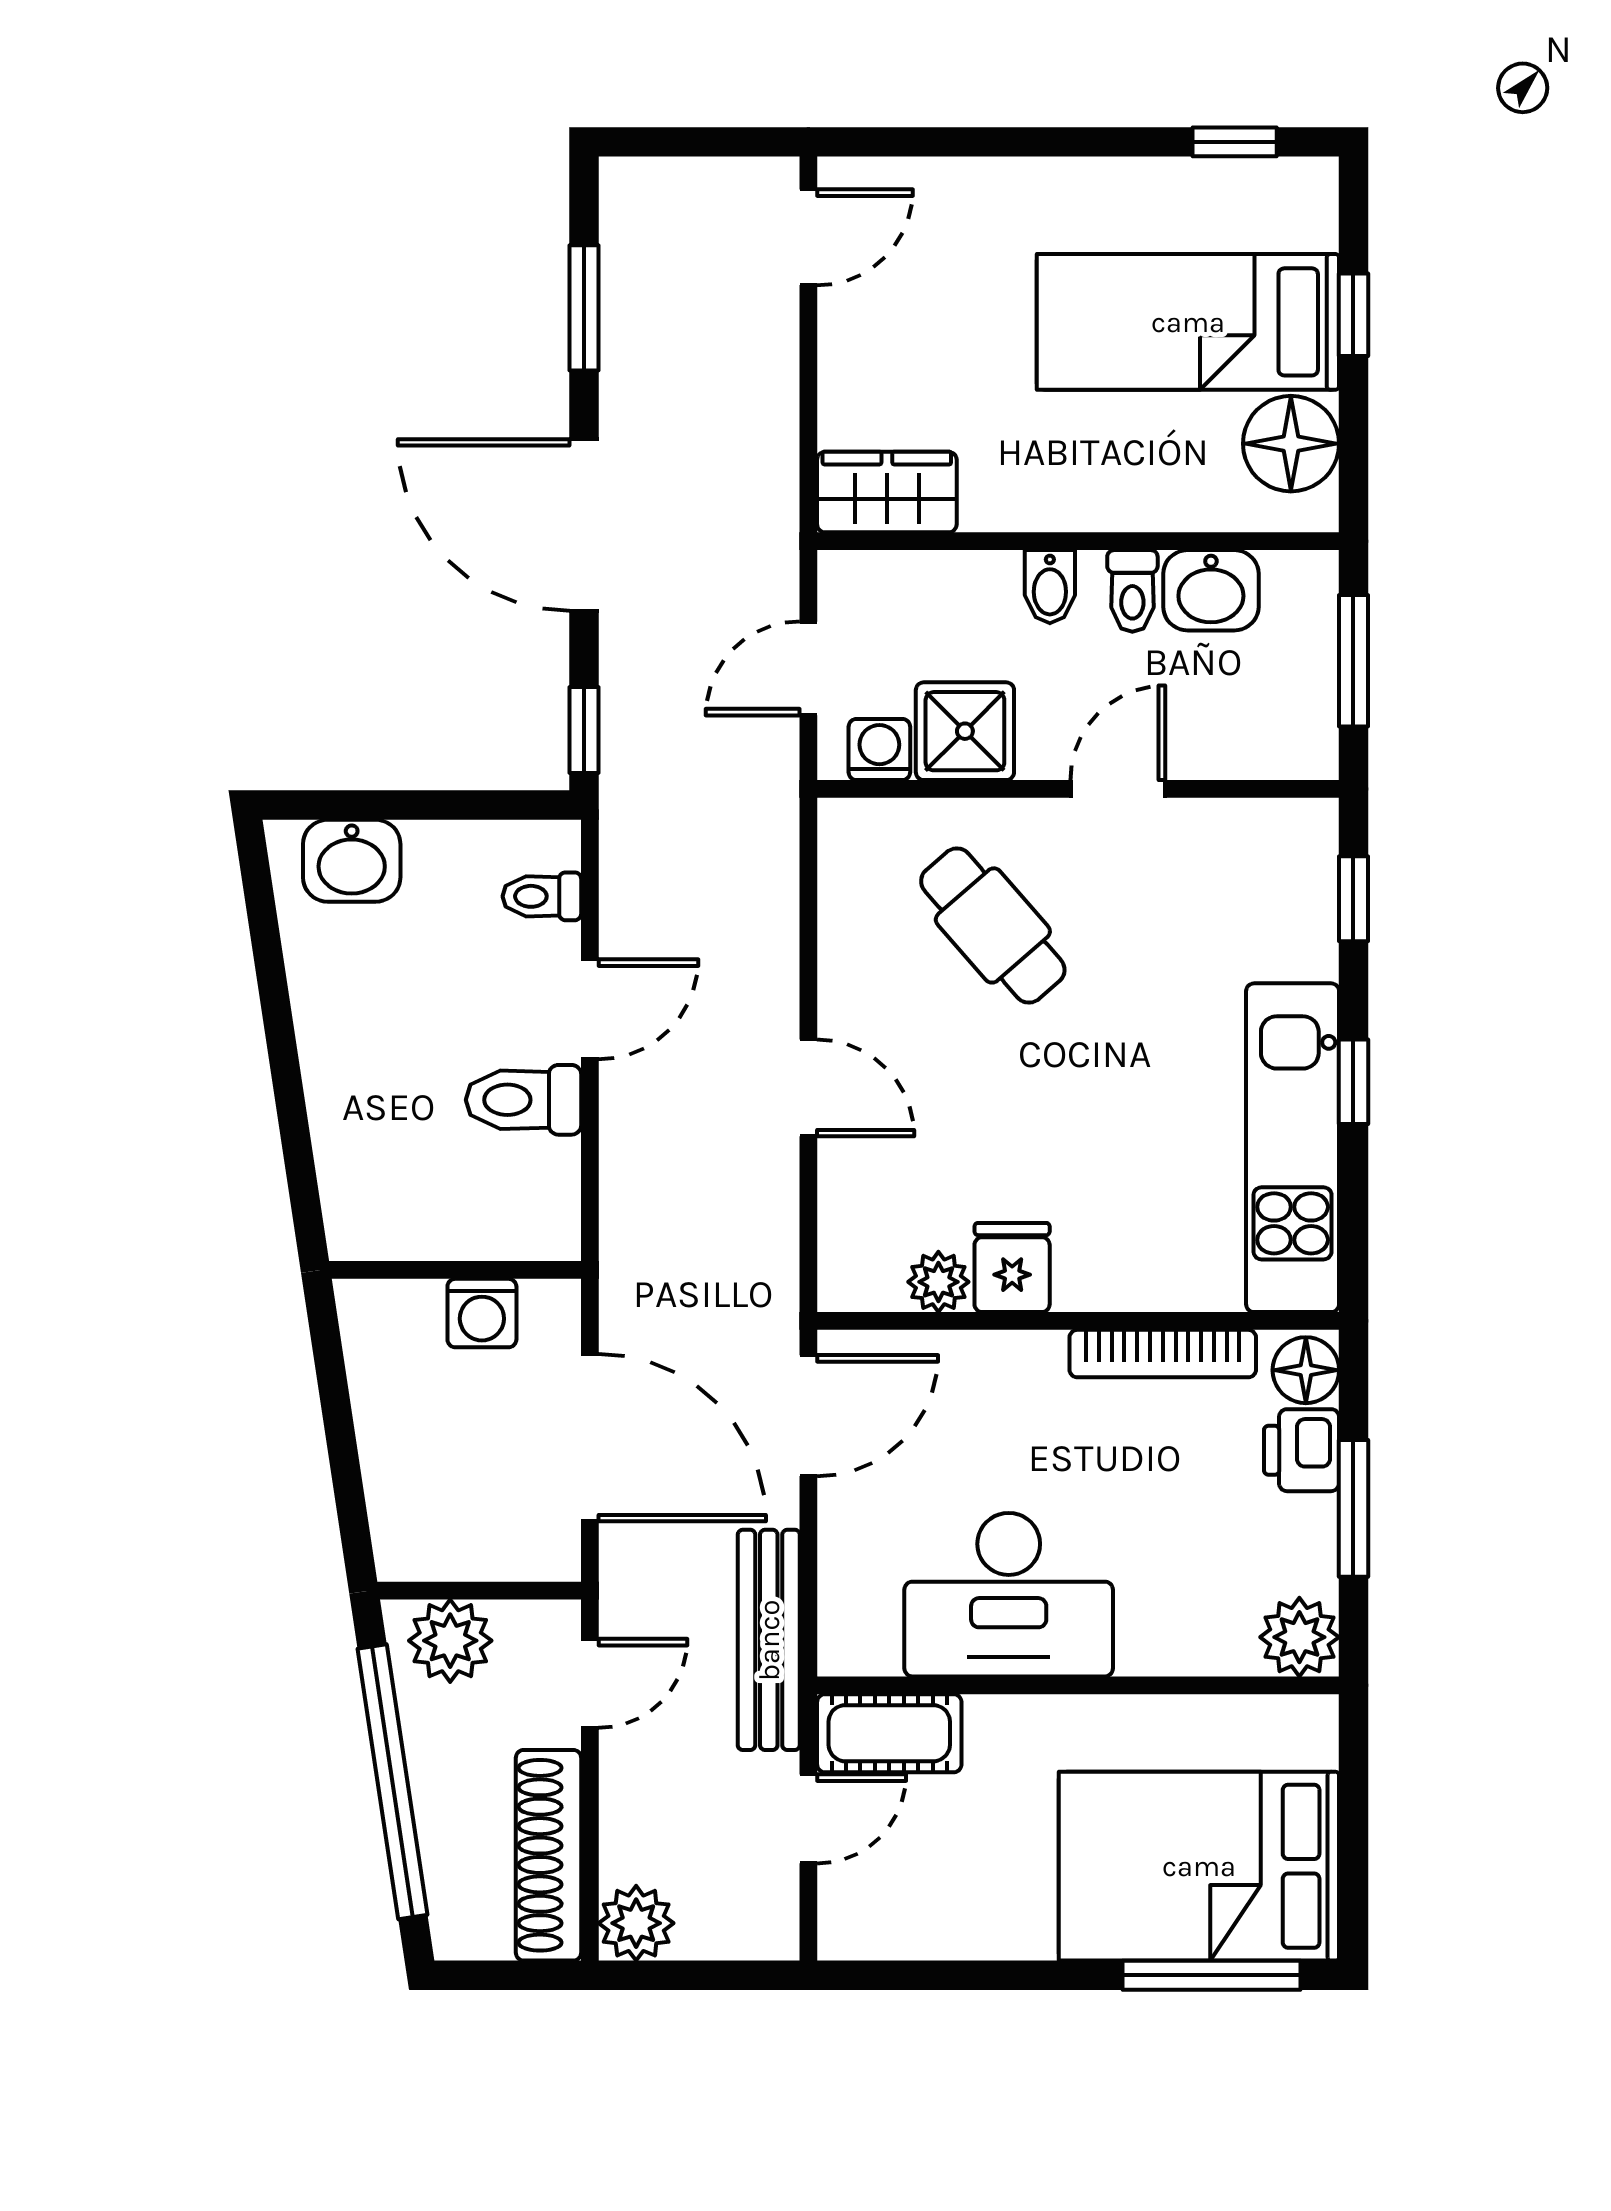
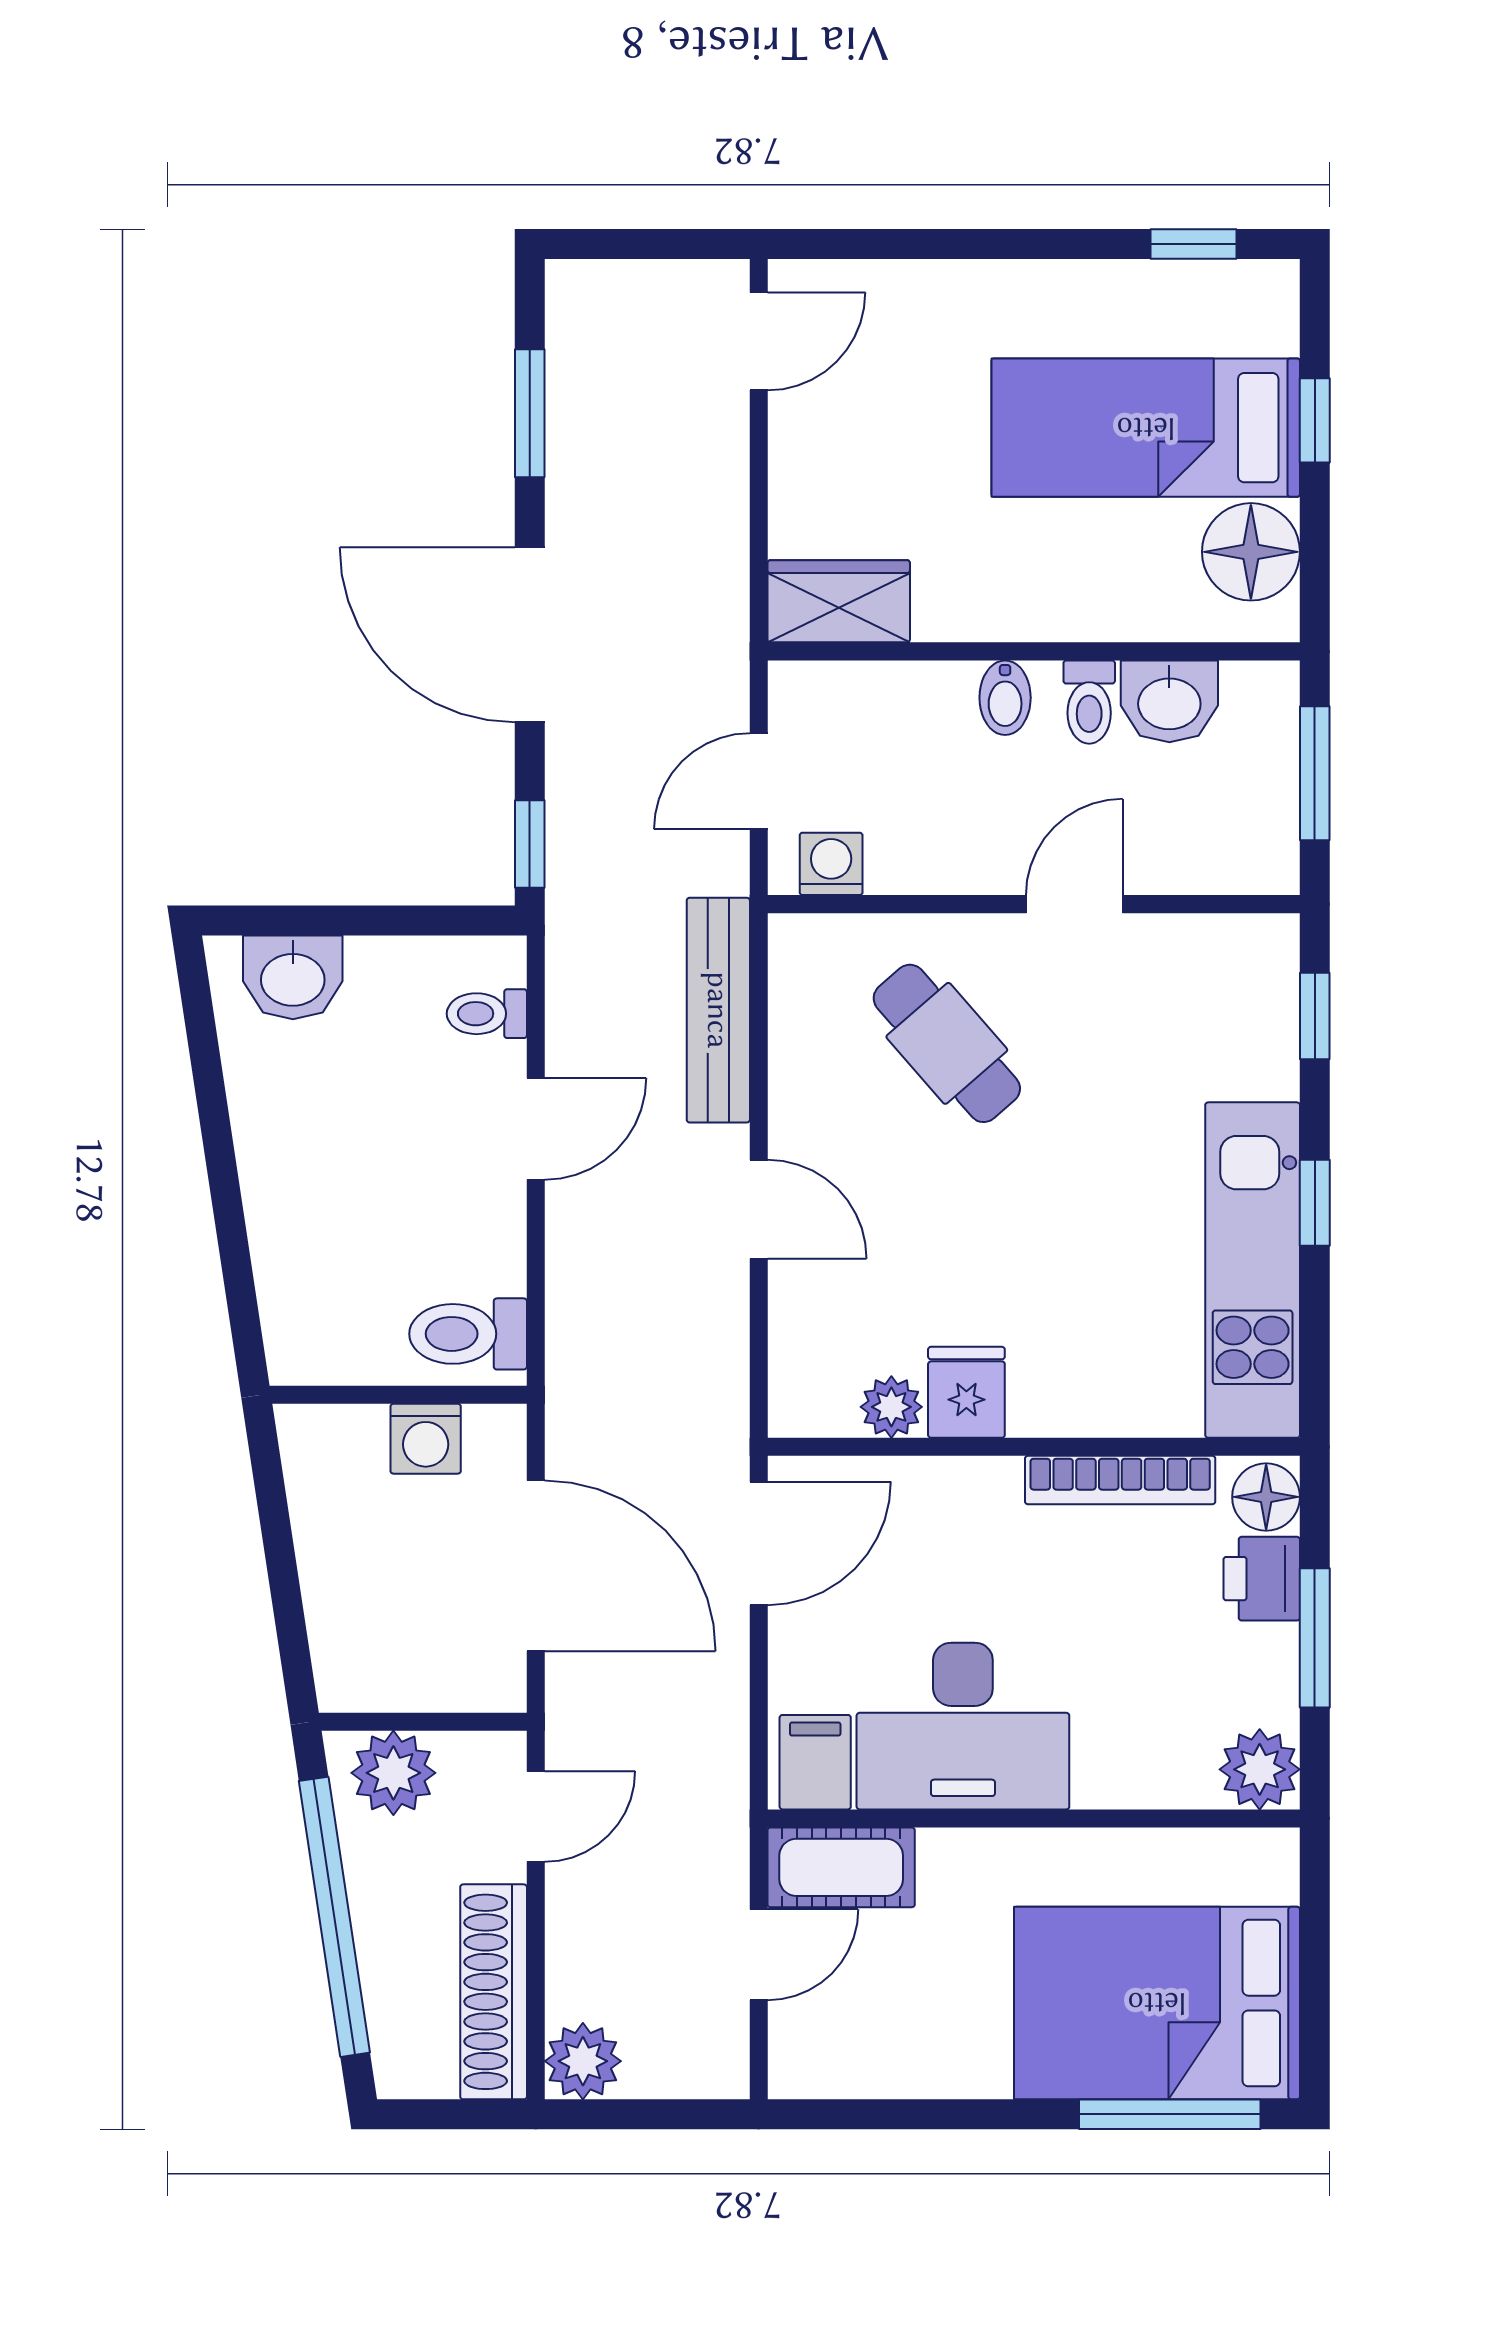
shower: (965, 731) -> (918, 845), removed
toilet: (523, 1100) -> (468, 1334), moved
filing cabinet: (864, 1630) -> (815, 1762), added
bench: (769, 1640) -> (718, 1010), moved

